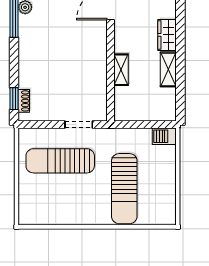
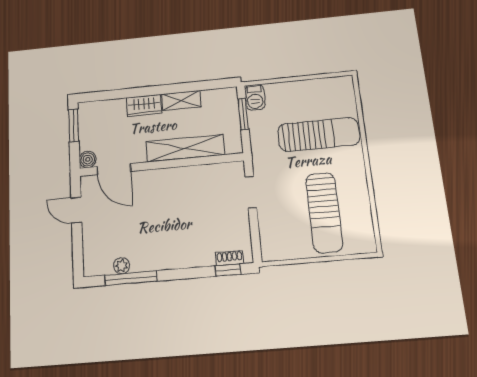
shelving: (121, 70) -> (185, 148), width x2.20, depth x1.33
window: (150, 124) -> (243, 114), added
sun lounger: (60, 161) -> (324, 212), moved

